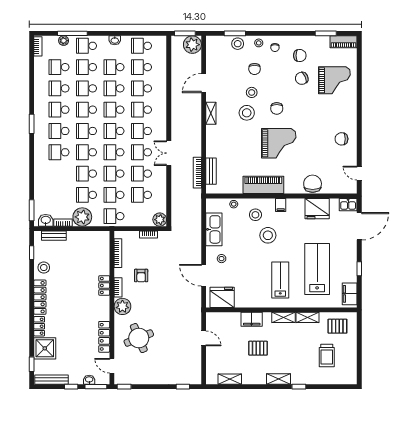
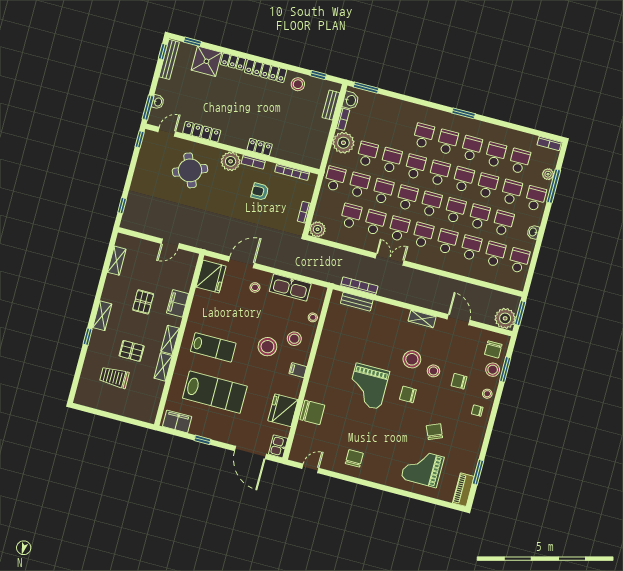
chair: (300, 56) -> (493, 349), moved
grand piano: (334, 80) -> (422, 468), turned 90
piano: (263, 185) -> (326, 357), removed
pallet: (337, 326) -> (132, 351), moved, turned 90
window: (71, 387) -> (163, 52), moved

